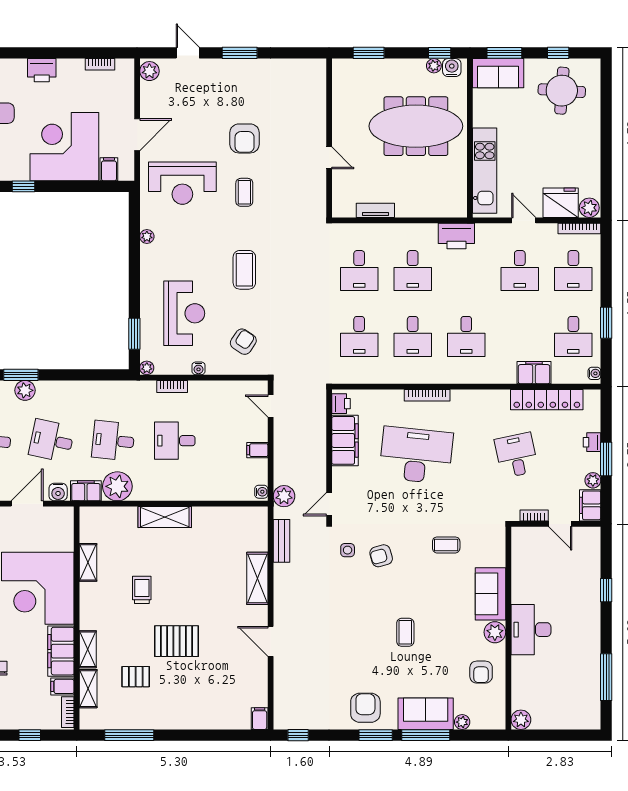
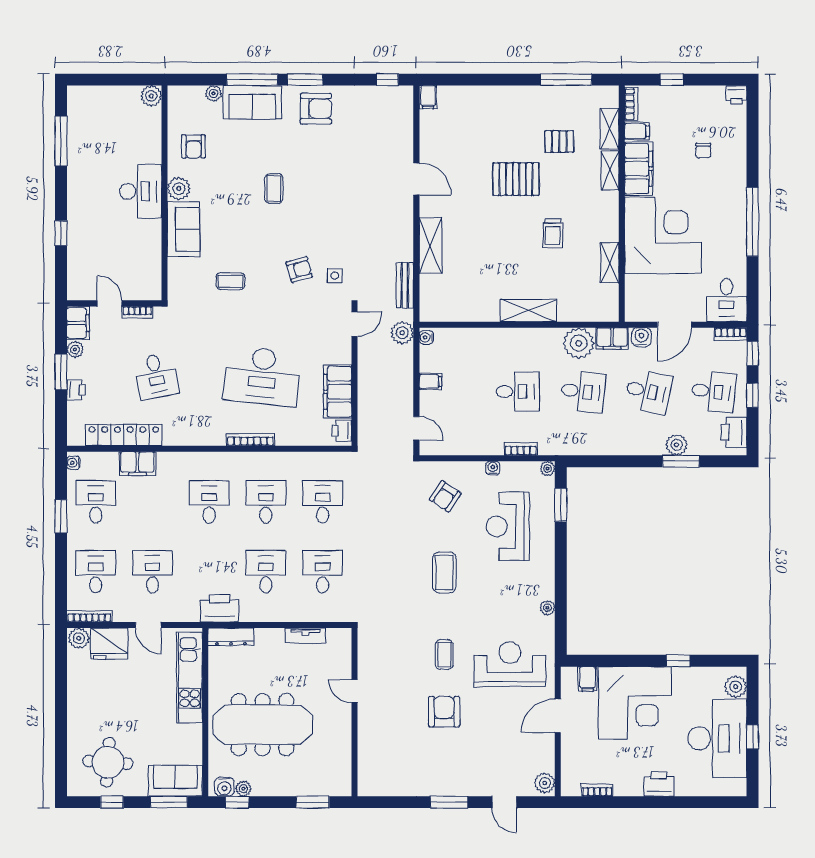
dresser: (446, 209) -> (231, 637), added
armchair: (481, 672) -> (193, 146), turned 180
armchair: (365, 708) -> (316, 109), turned -90

